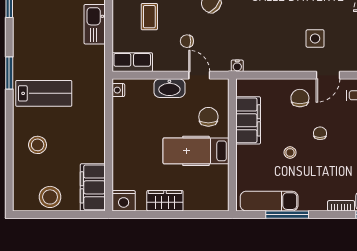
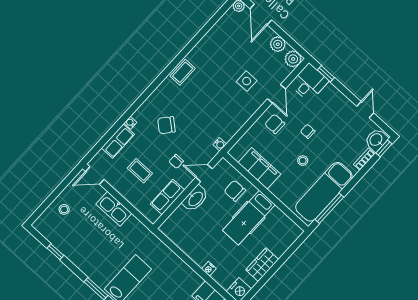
row of seats: (132, 62) -> (167, 197), moved
nightstand: (118, 90) -> (209, 269), moved
exam couch: (269, 201) -> (324, 192), width x1.36, depth x1.45
window: (287, 215) -> (329, 208), moved

